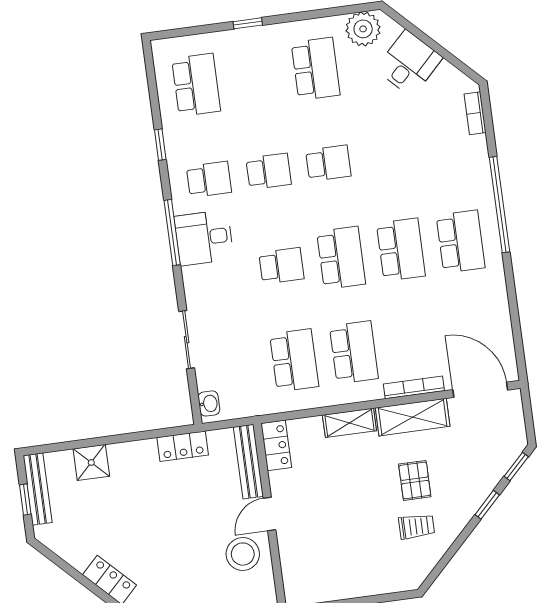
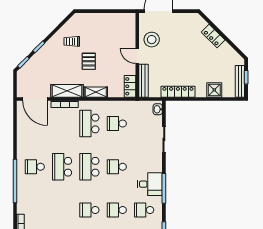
school desk: (461, 242) -> (35, 167), width x0.54
school desk: (294, 360) -> (117, 124), width x0.54
locker: (183, 446) -> (178, 92), width x1.53
pallet: (415, 480) -> (89, 61), moved
door: (269, 514) -> (137, 56), swing flipped

